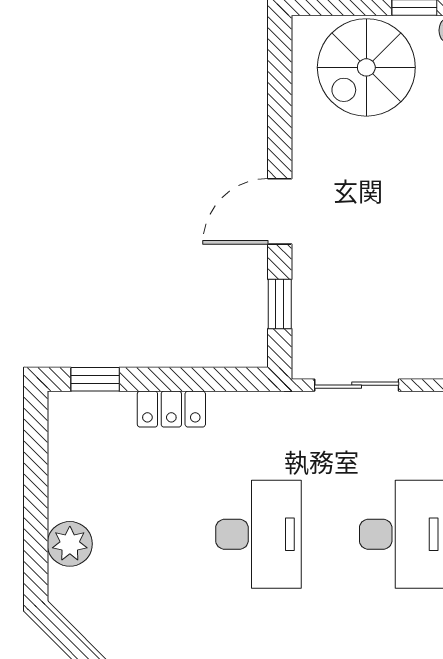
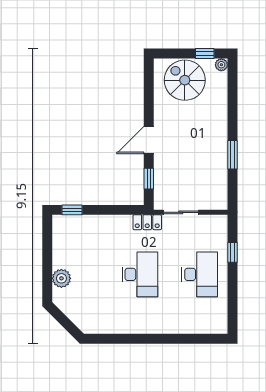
spiral stairs: (366, 67) -> (185, 80), turned 90
locker: (171, 409) -> (147, 222), moved

